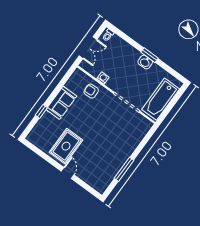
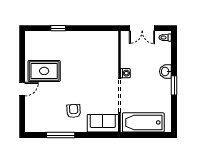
washbasin: (145, 62) -> (165, 71), moved
washing machine: (103, 78) -> (125, 73), moved
armchair: (91, 91) -> (74, 111), moved
sofa: (61, 103) -> (103, 123), moved, turned 180

